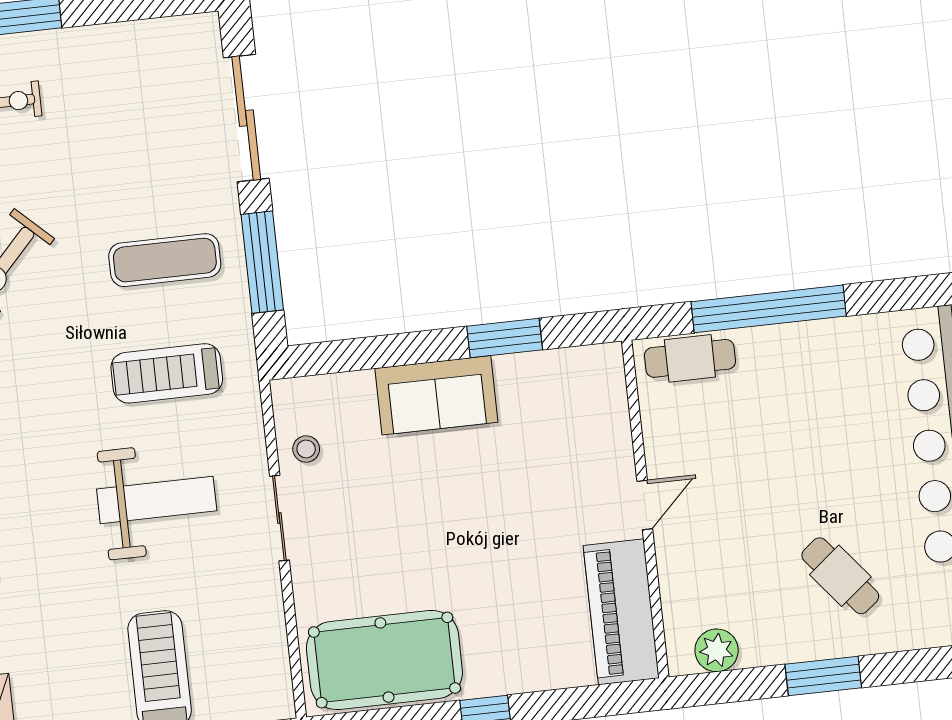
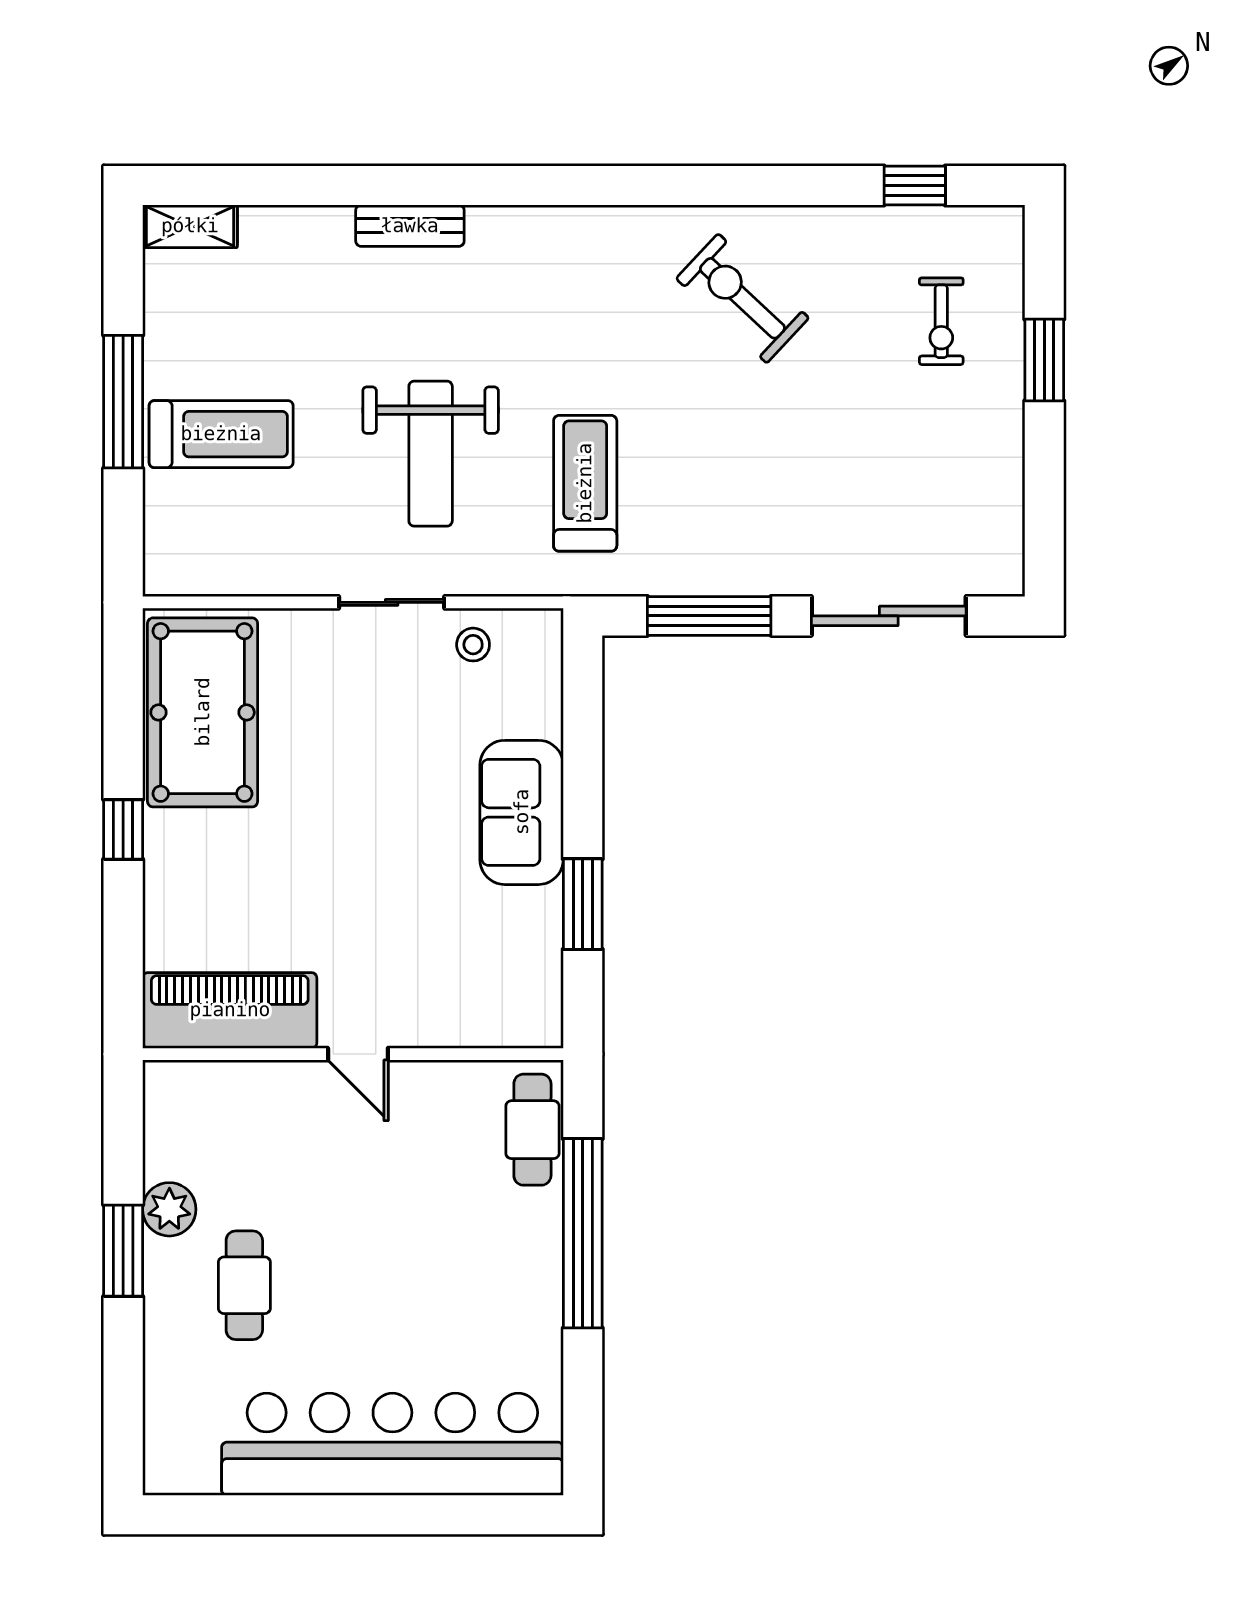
exercise mat: (165, 260) -> (725, 496), removed
cafe table: (840, 576) -> (244, 1285), turned -51
plant: (717, 650) -> (169, 1209), moved

